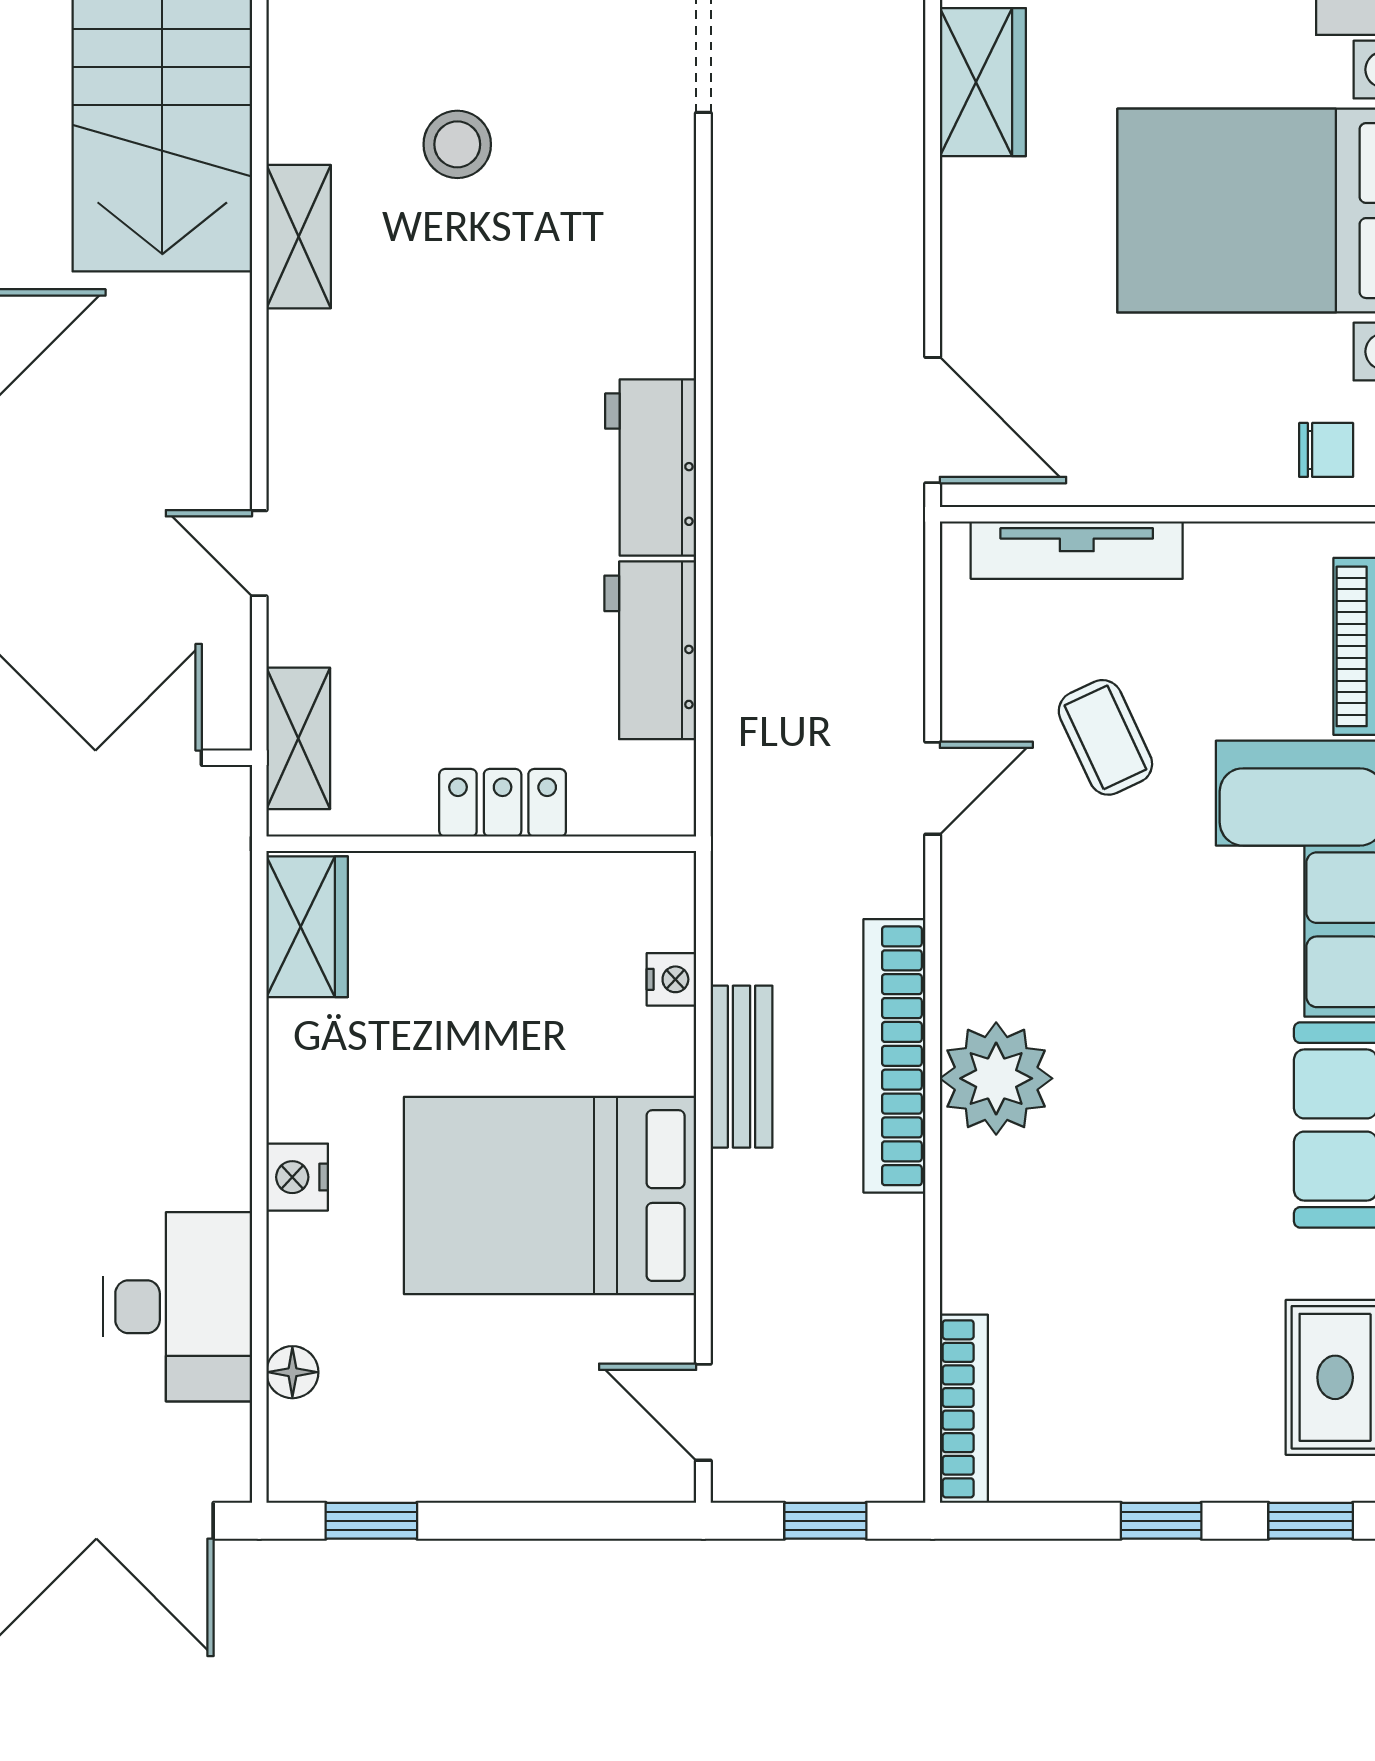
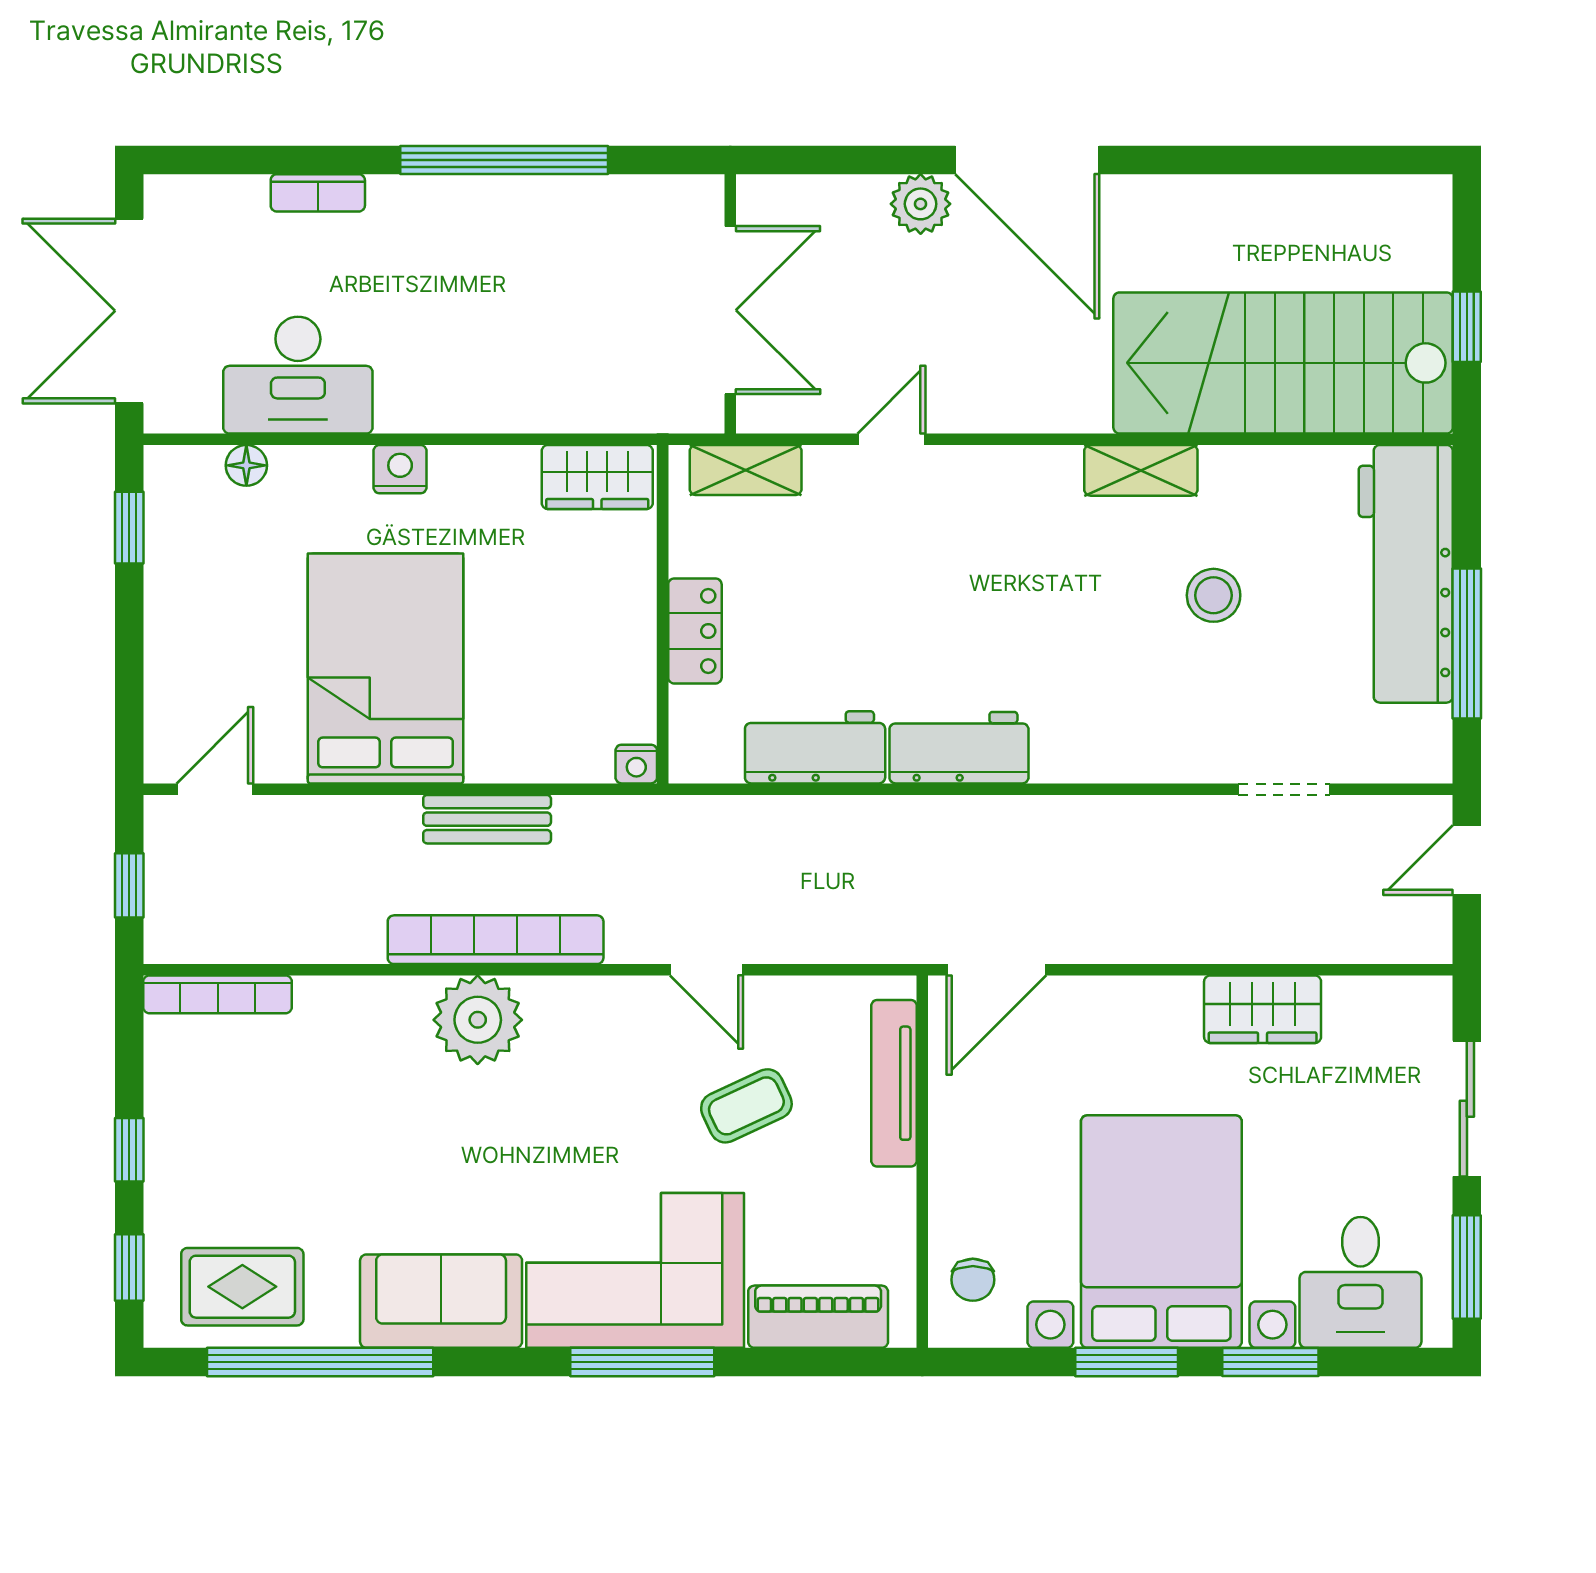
nightstand: (671, 979) -> (636, 764), moved

